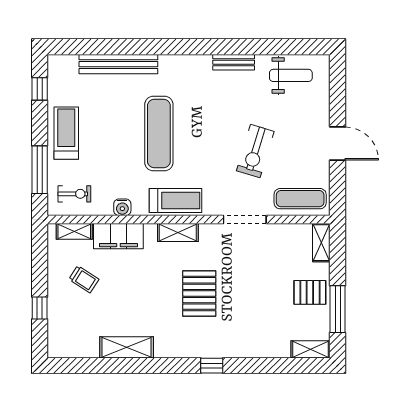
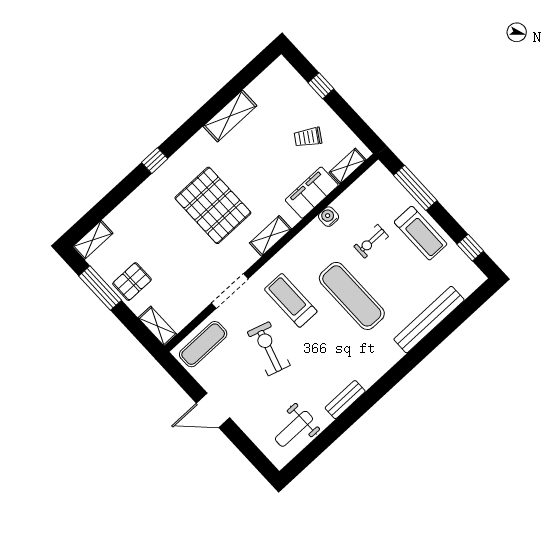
exercise bike: (74, 194) -> (371, 241), moved
treadmill: (176, 200) -> (291, 300), moved, turned 90
pallet: (199, 293) -> (213, 205), width x1.37, depth x1.41

